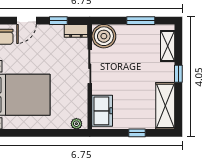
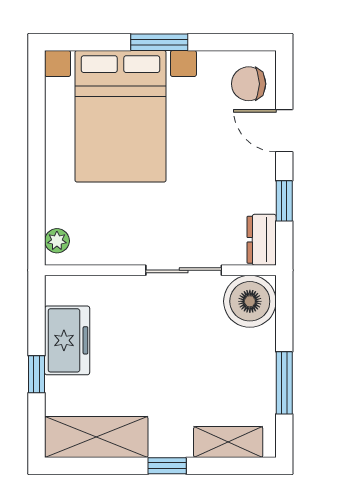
freezer: (102, 111) -> (67, 340), moved, turned -90

